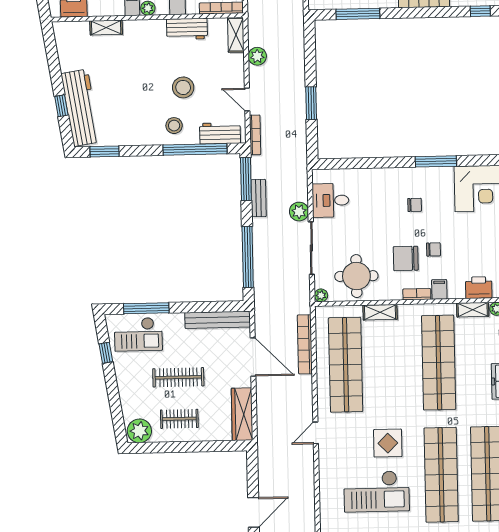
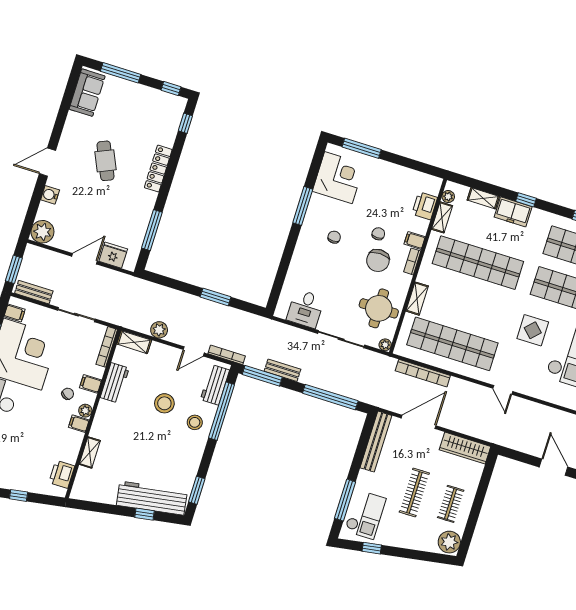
plant: (299, 212) -> (306, 339), removed

